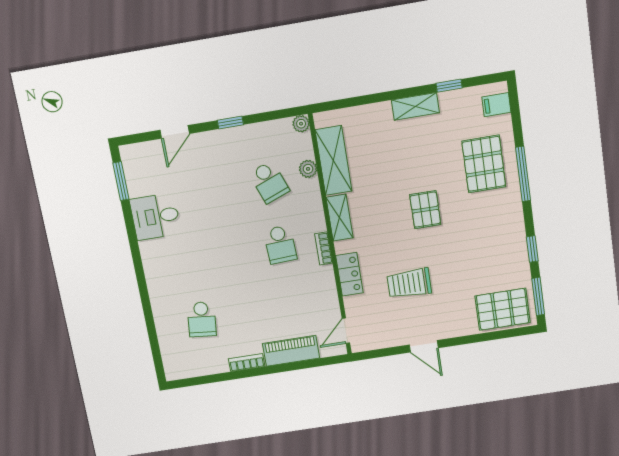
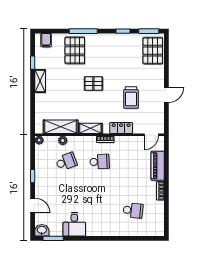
washbasin: (132, 157) -> (42, 230), added
pallet: (484, 164) -> (75, 50), turned 90
door: (346, 331) -> (151, 135), hinge flipped

